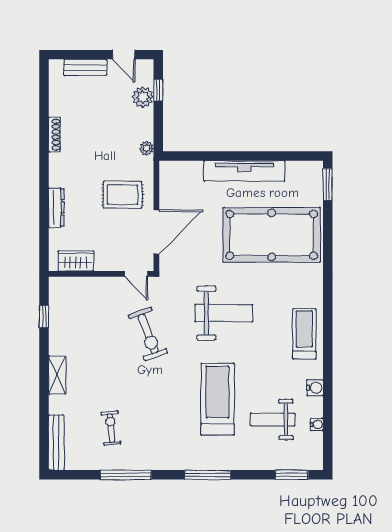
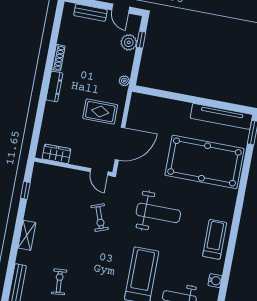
tv unit: (244, 171) -> (221, 116), moved
dresser: (56, 207) -> (54, 86), moved
exercise bike: (148, 334) -> (100, 218), width x0.73, depth x0.72

